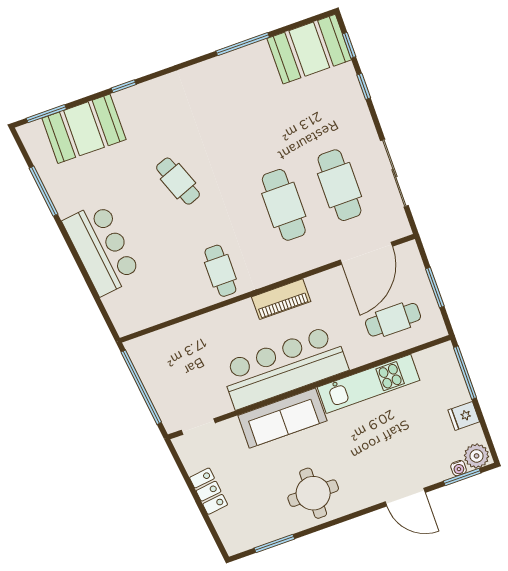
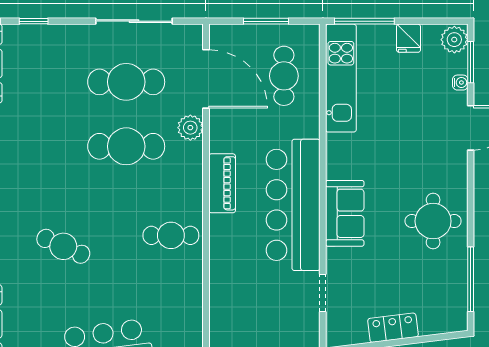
cafe table: (178, 181) -> (63, 246), turned 45
plant: (320, 255) -> (190, 128), added
kitchen unit: (369, 384) -> (341, 78), moved
sofa: (282, 418) -> (345, 213), width x0.73
doorway: (198, 427) -> (323, 293), moved
water cooler: (459, 468) -> (460, 83), moved
window: (274, 543) -> (471, 279), width x1.44

